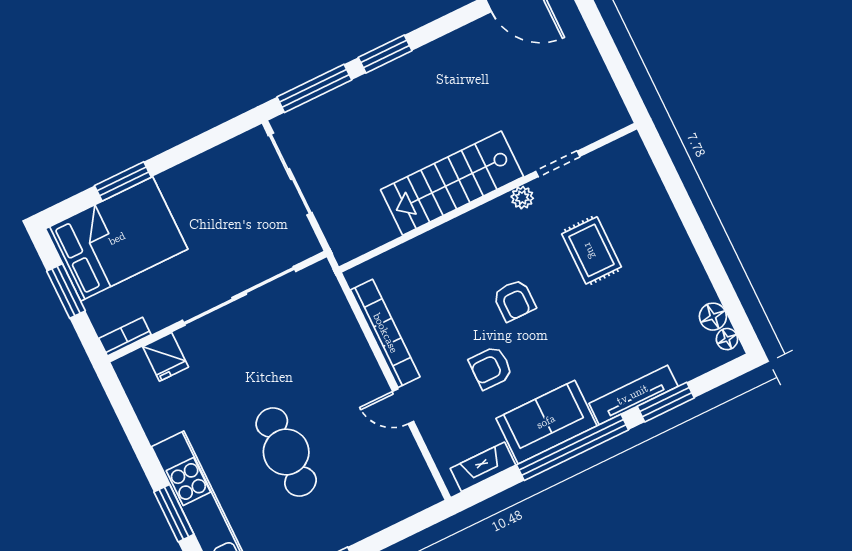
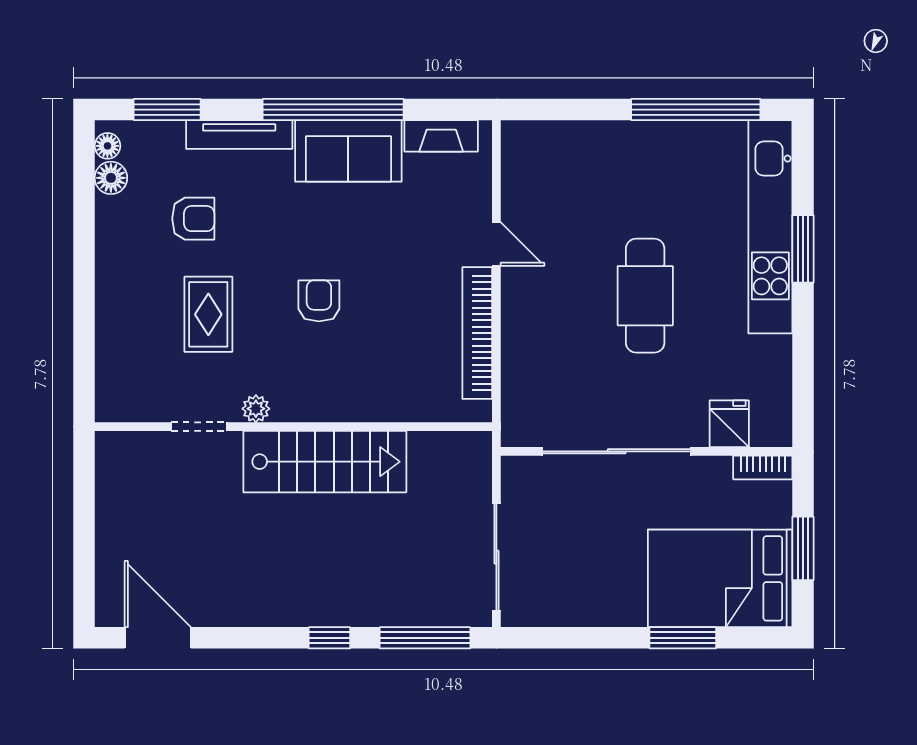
window: (385, 54) -> (329, 638), width x0.67
armchair: (491, 368) -> (193, 219), moved
window: (666, 402) -> (167, 110), moved
cafe table: (286, 452) -> (645, 296), moved

